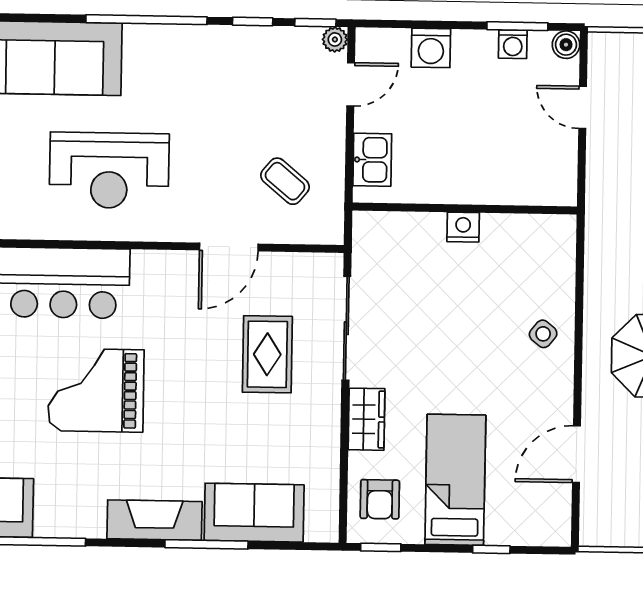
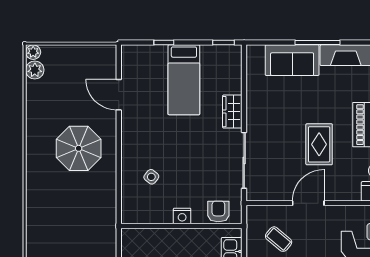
side table: (543, 334) -> (151, 177), moved
rug: (267, 354) -> (319, 144), moved
door: (577, 454) -> (119, 95), swing flipped
armchair: (380, 499) -> (218, 211), moved

